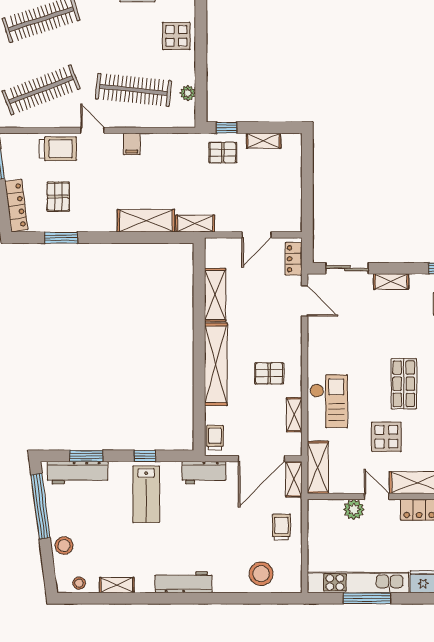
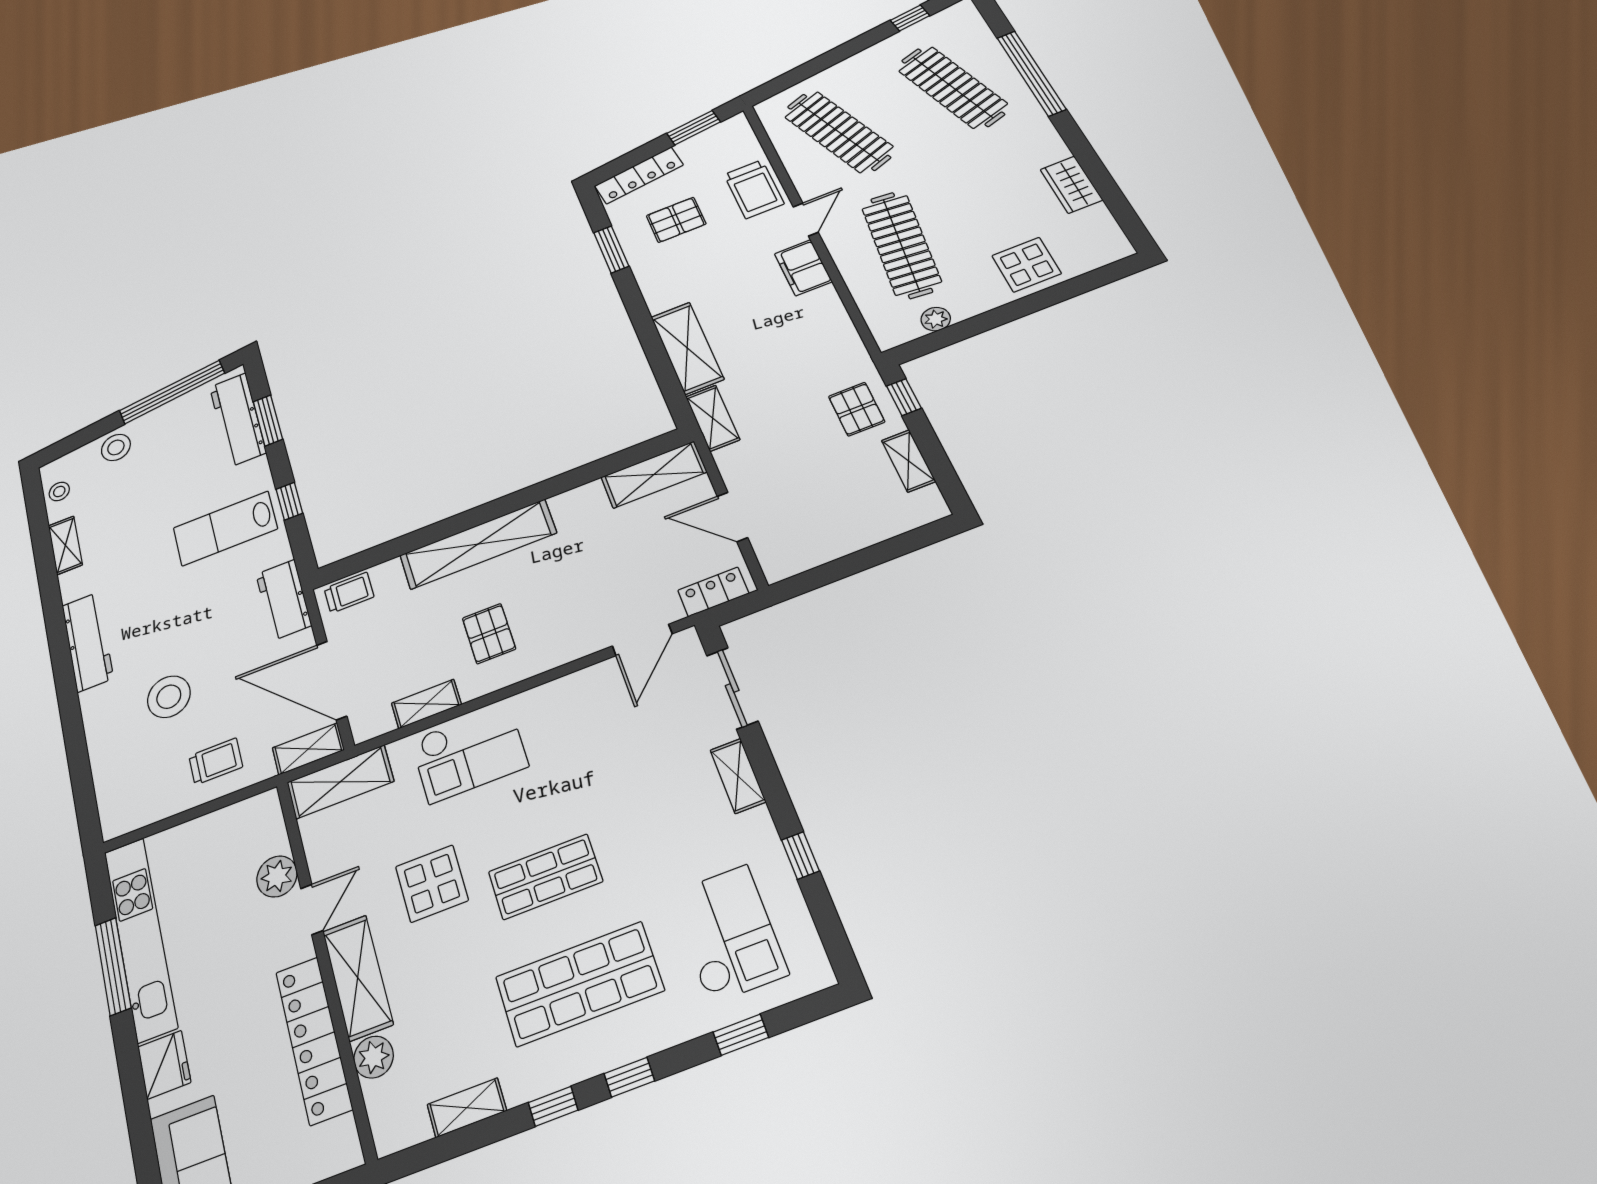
filing cabinet: (132, 144) -> (803, 268), width x2.00
shelving: (215, 295) -> (654, 475), moved
stool: (261, 574) -> (169, 697), moved

